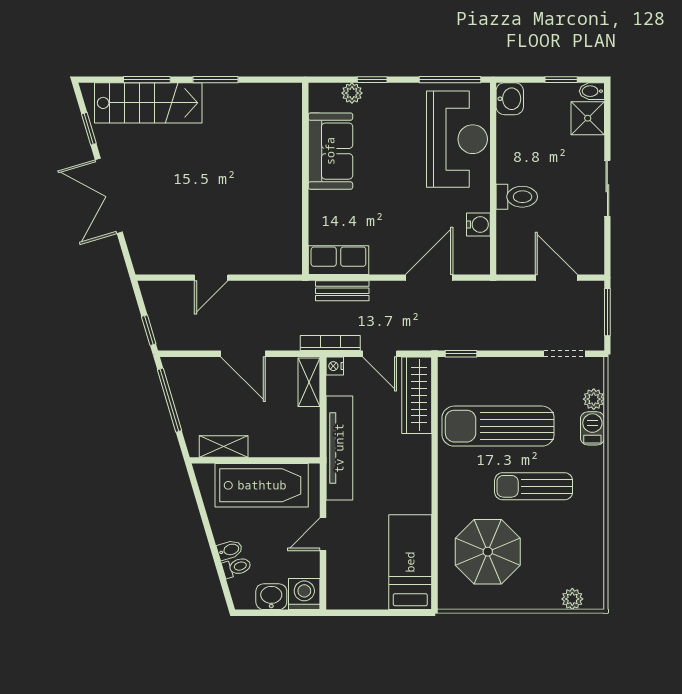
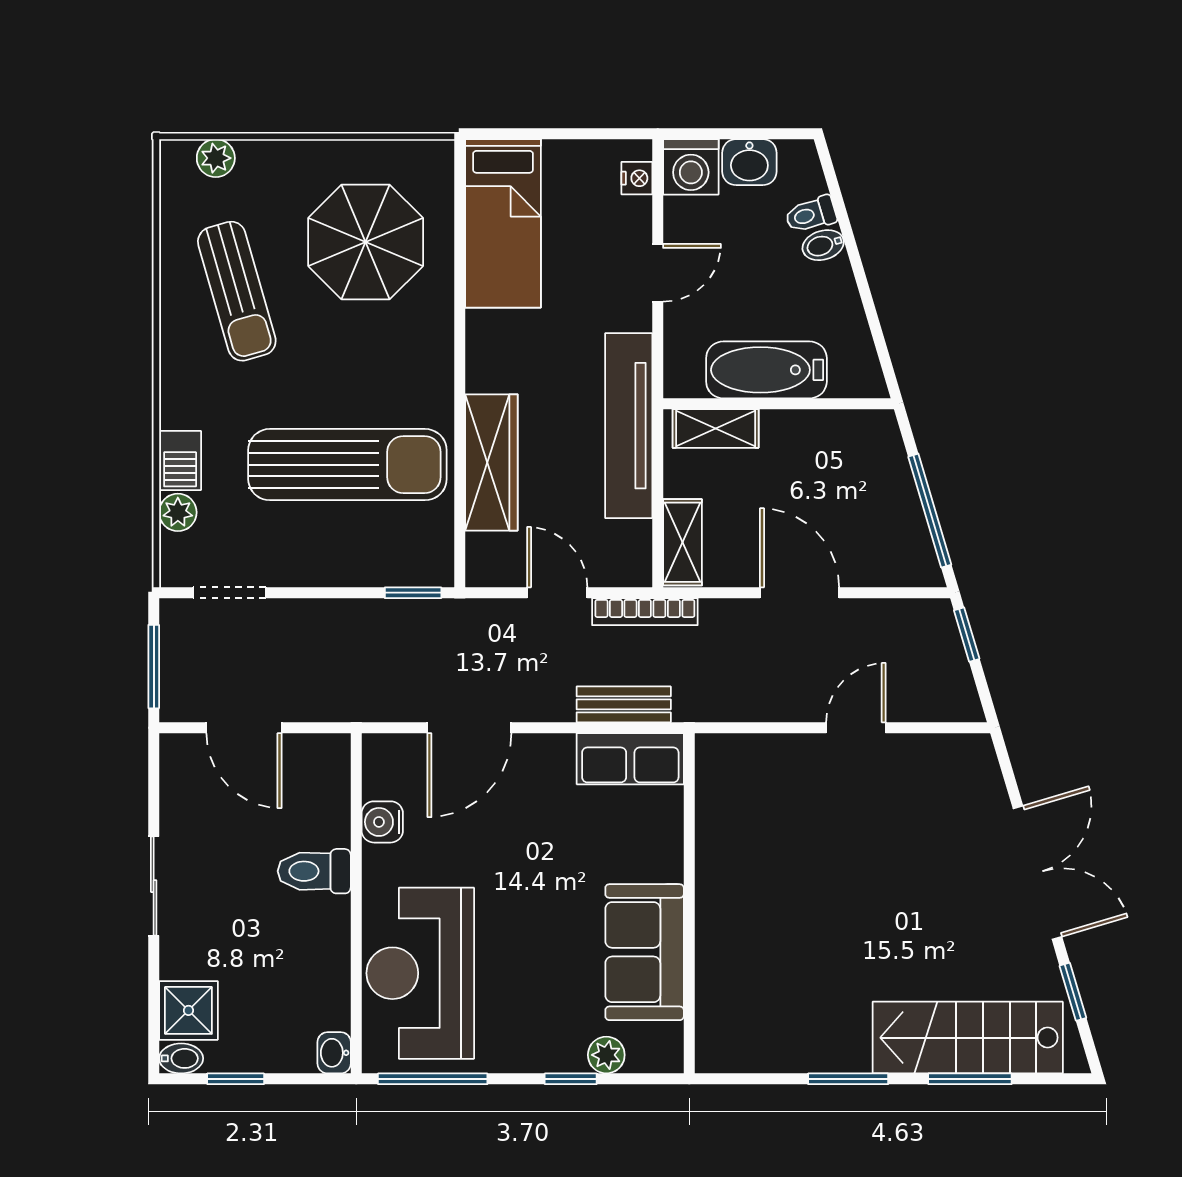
washbasin: (510, 99) -> (334, 1053), width x0.72, depth x0.69
nightstand: (335, 366) -> (637, 178), moved
wardrobe: (417, 395) -> (491, 462), moved
shelving: (224, 446) -> (716, 428), moved
bathtub: (262, 485) -> (766, 370), width x0.73, depth x0.73
sun lounger: (534, 486) -> (237, 291), moved, turned 74

